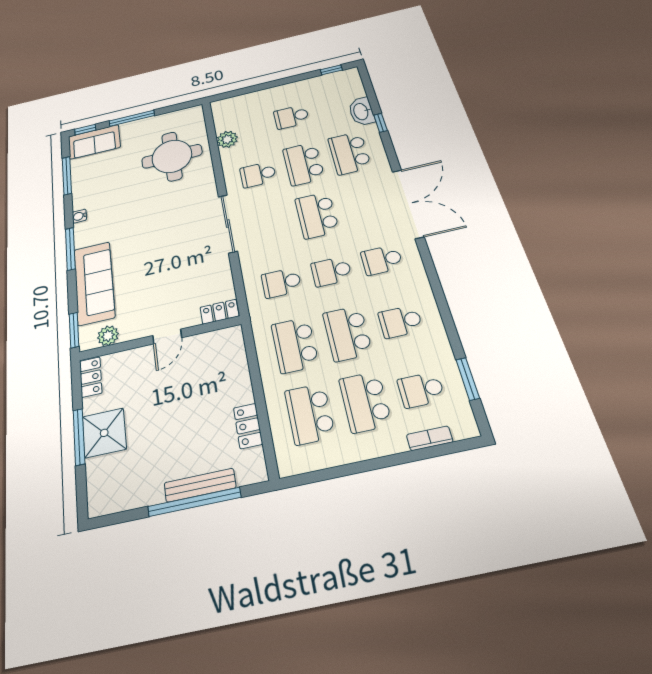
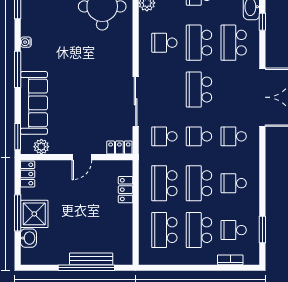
sliding door: (228, 224) -> (136, 102), moved
locker: (248, 426) -> (126, 190), moved
washbasin: (98, 472) -> (28, 238), added

